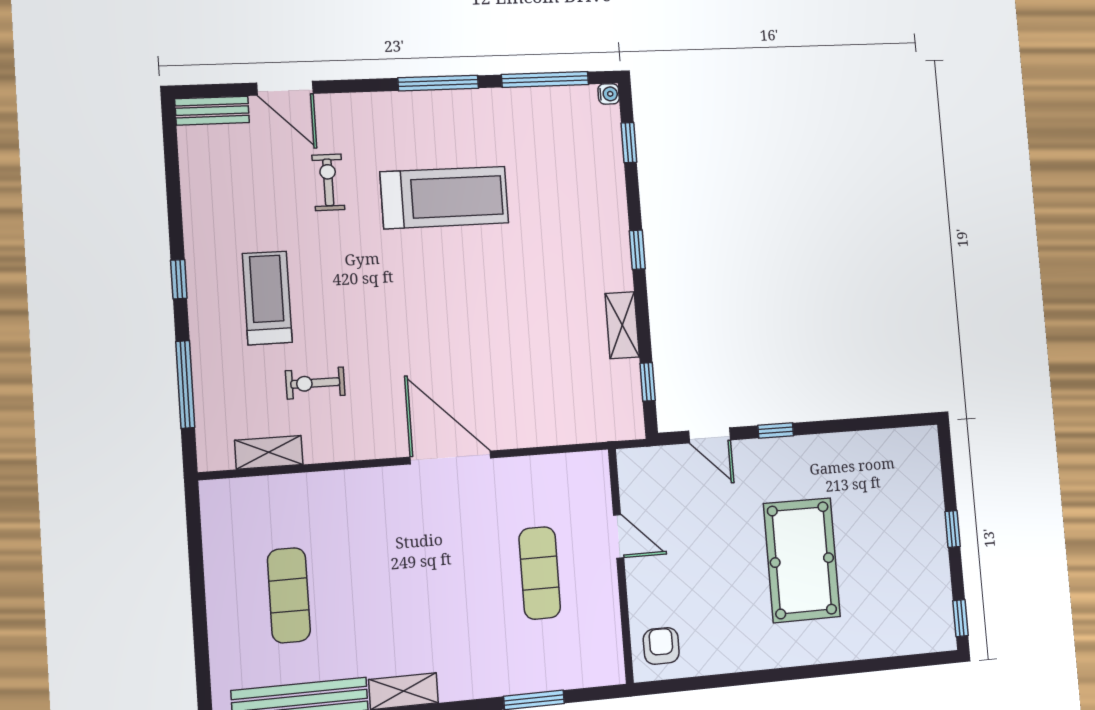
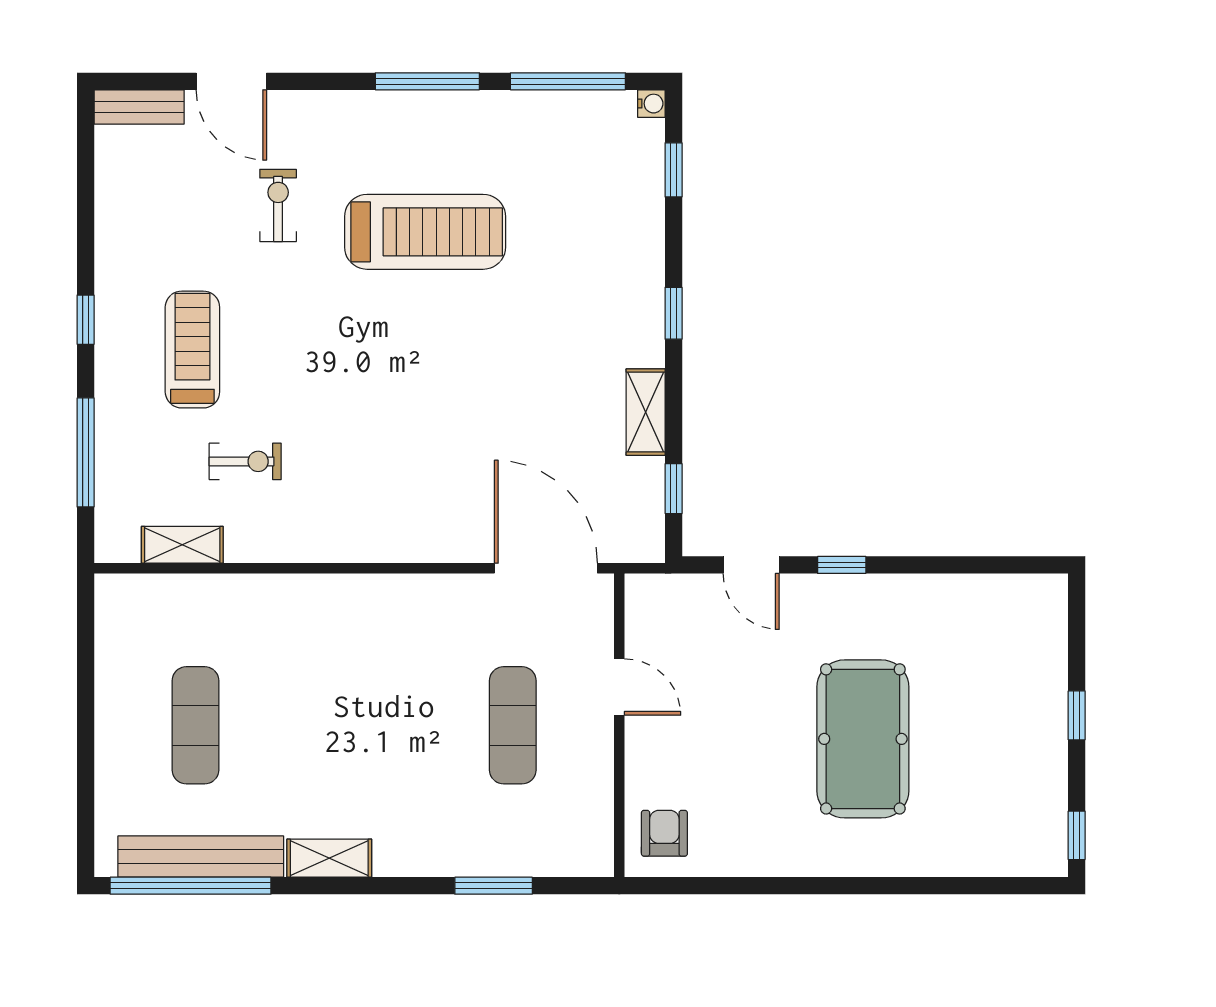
exercise bike: (315, 383) -> (245, 461), turned 180
door: (451, 457) -> (546, 568), moved

